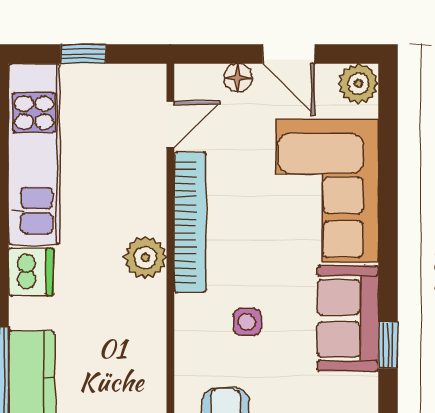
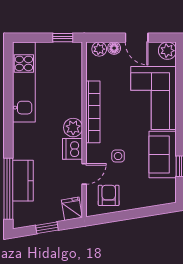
window: (83, 54) -> (63, 38), moved
plant: (204, 80) -> (99, 49), added
door: (170, 124) -> (84, 174), moved
dishwasher: (31, 272) -> (73, 149), moved, turned 180

